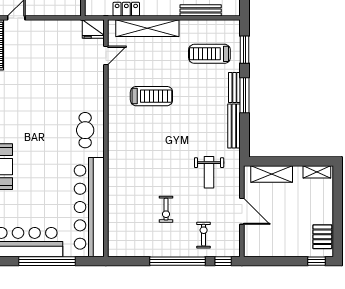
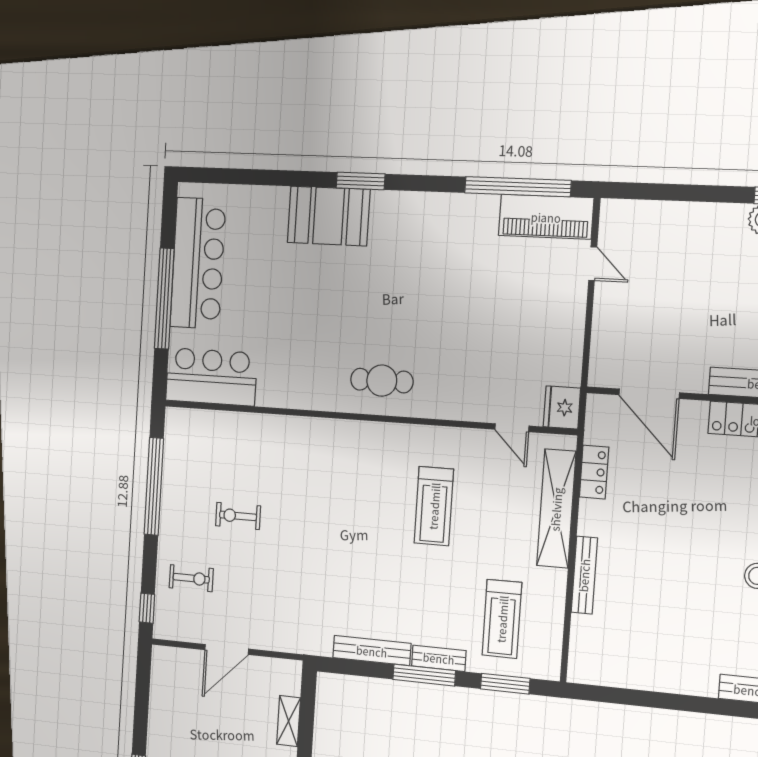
bench: (201, 10) -> (584, 575), moved
treadmill: (209, 54) -> (502, 619), turned 180
weight bench: (209, 172) -> (296, 598), removed
shelving: (272, 174) -> (289, 721), width x0.67, depth x0.75
bar counter: (89, 207) -> (211, 377), width x0.54
window: (178, 261) -> (154, 486), moved

